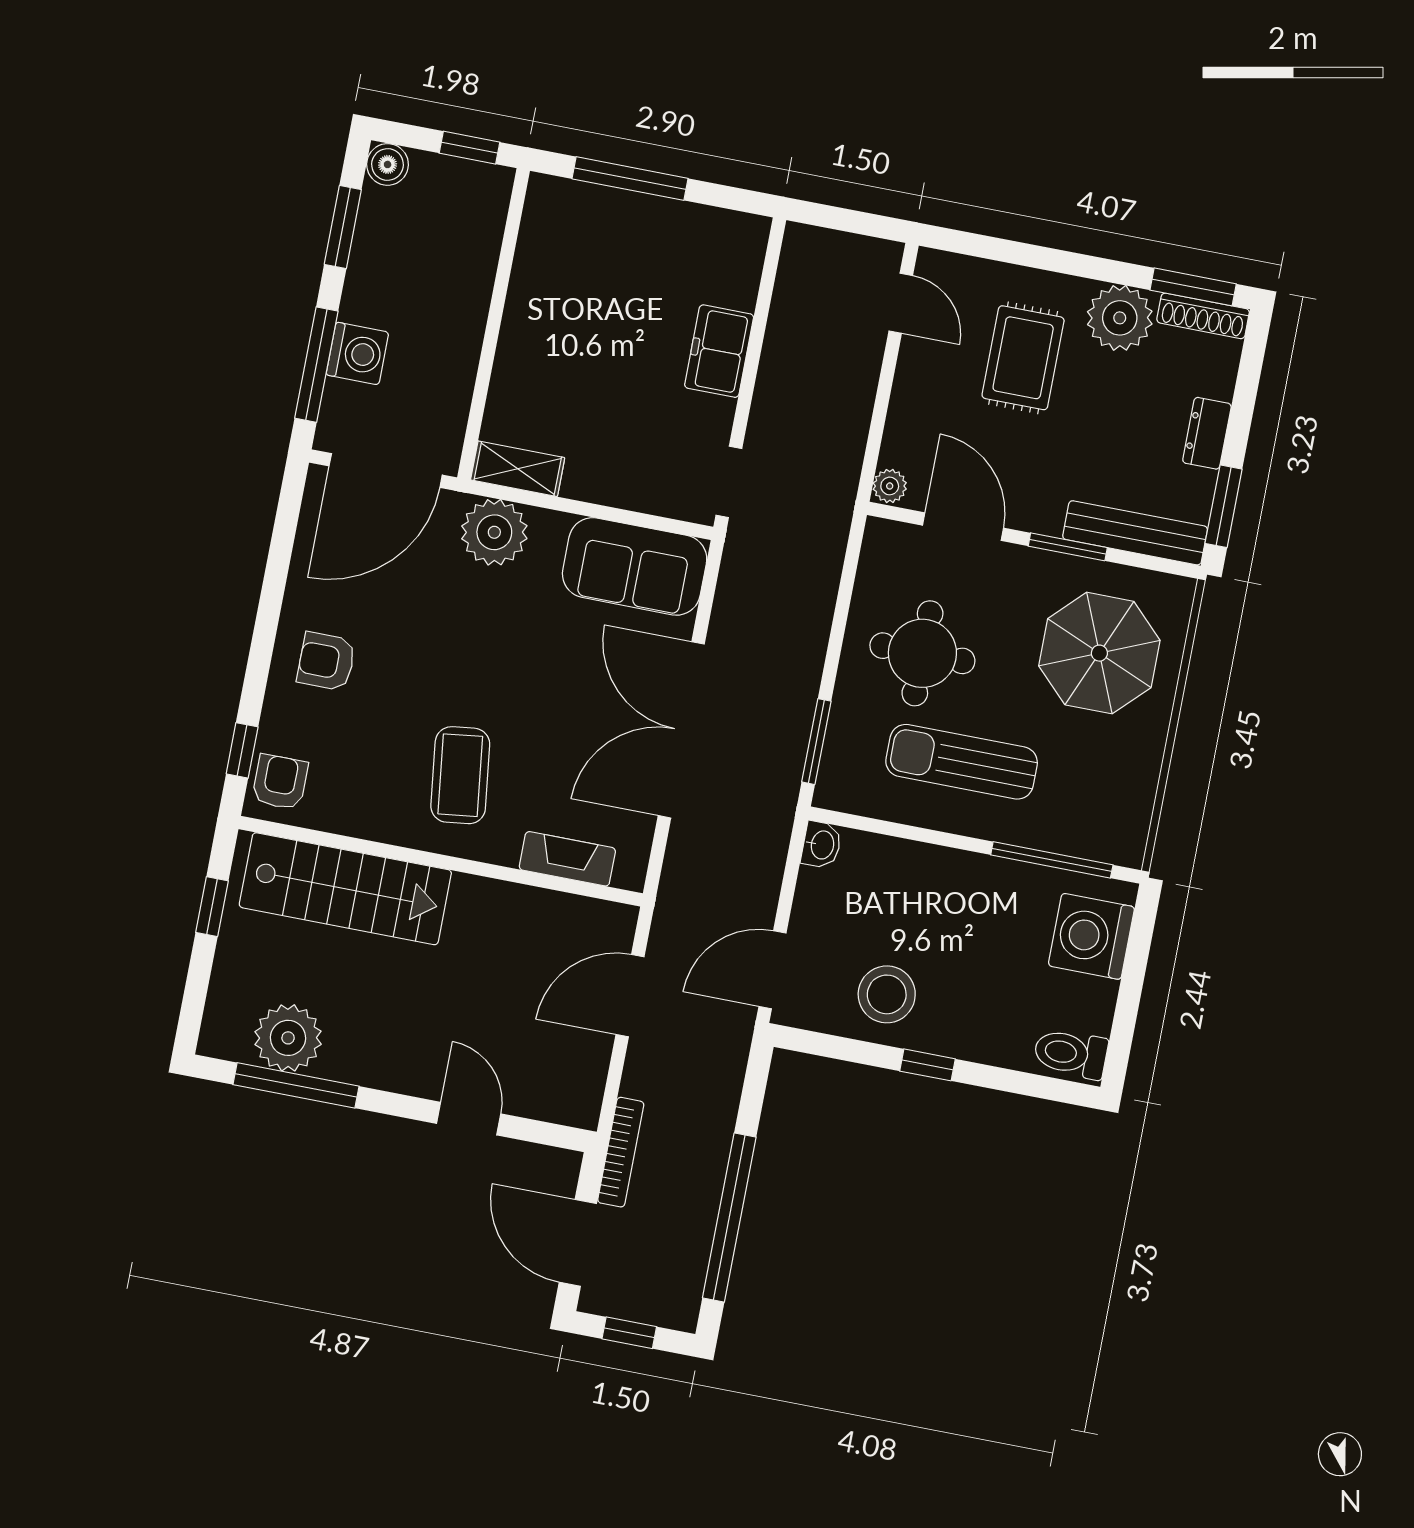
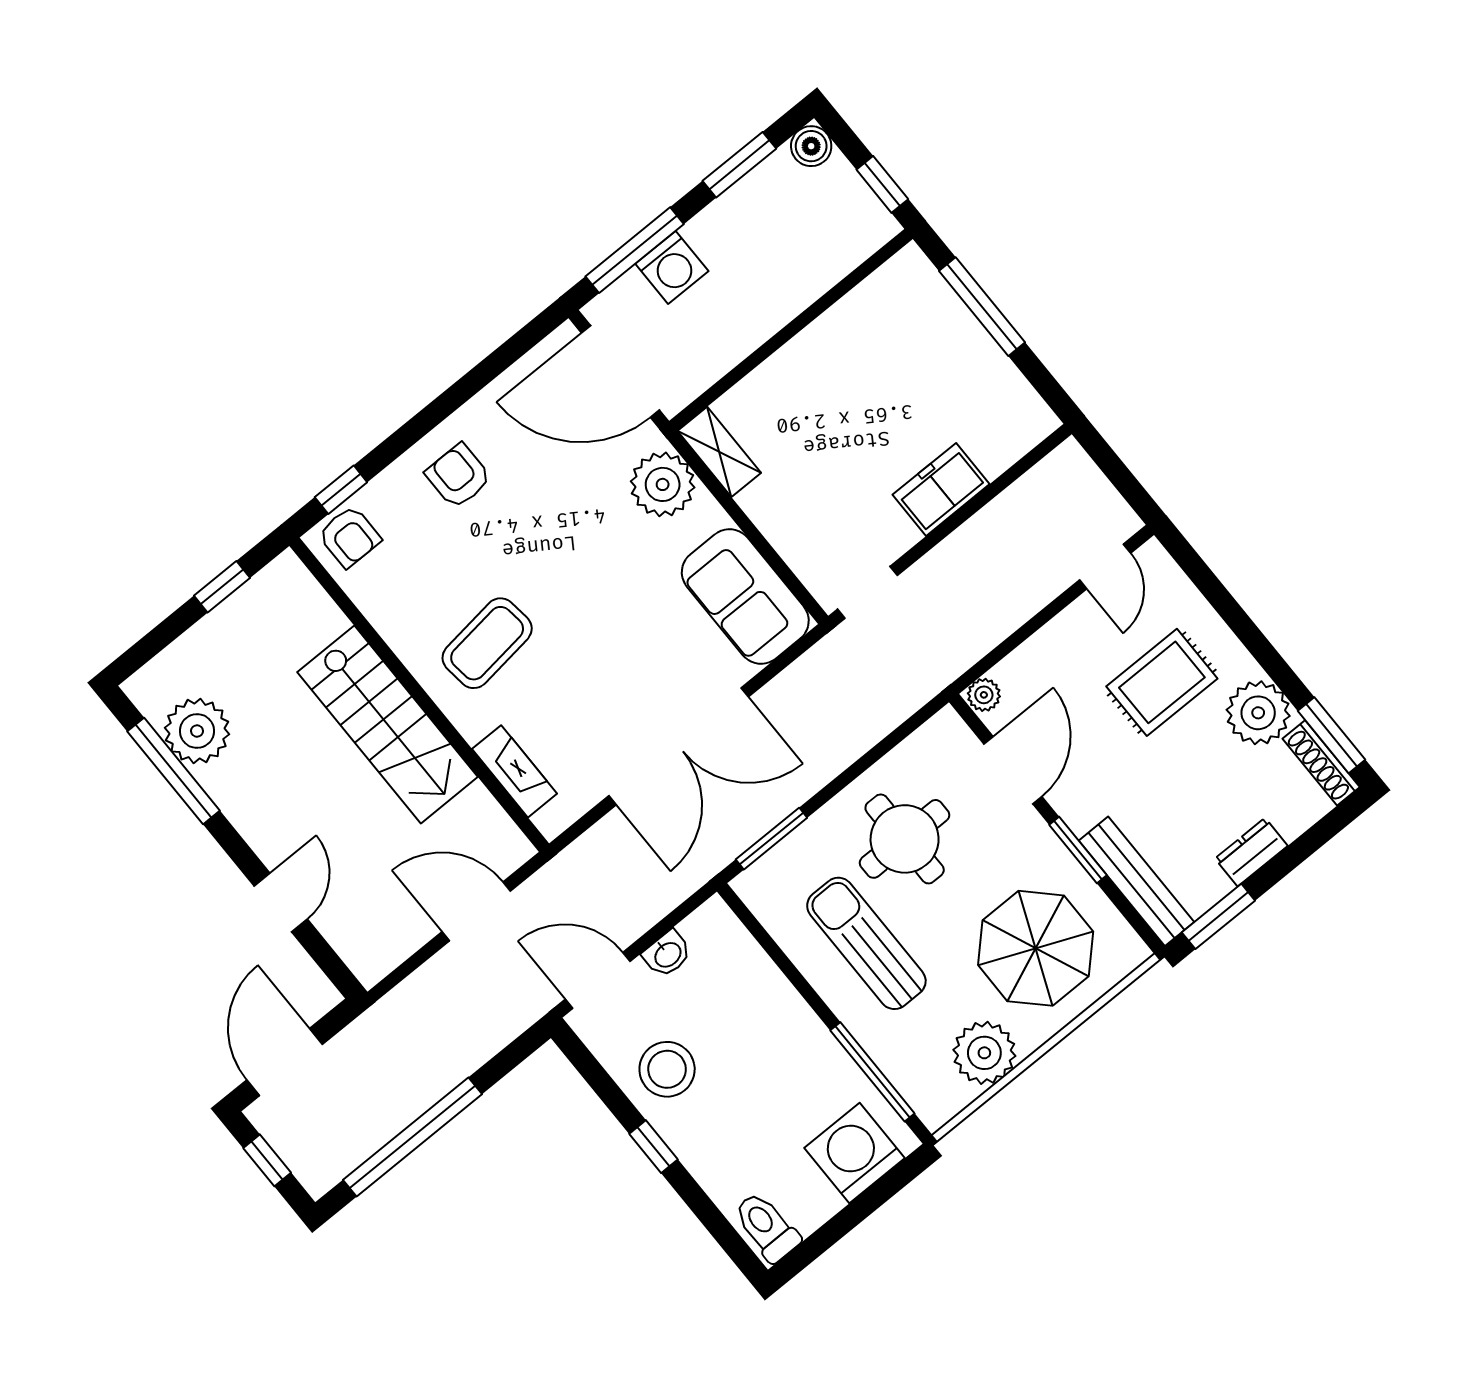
double door: (681, 730) -> (679, 746), swing flipped
plant: (1128, 770) -> (984, 1053), added
armchair: (280, 782) -> (349, 537), turned 90
washbasin: (821, 845) -> (667, 954), moved
stairs: (345, 889) -> (388, 724), moved
bookcase: (621, 1152) -> (373, 1021), removed

